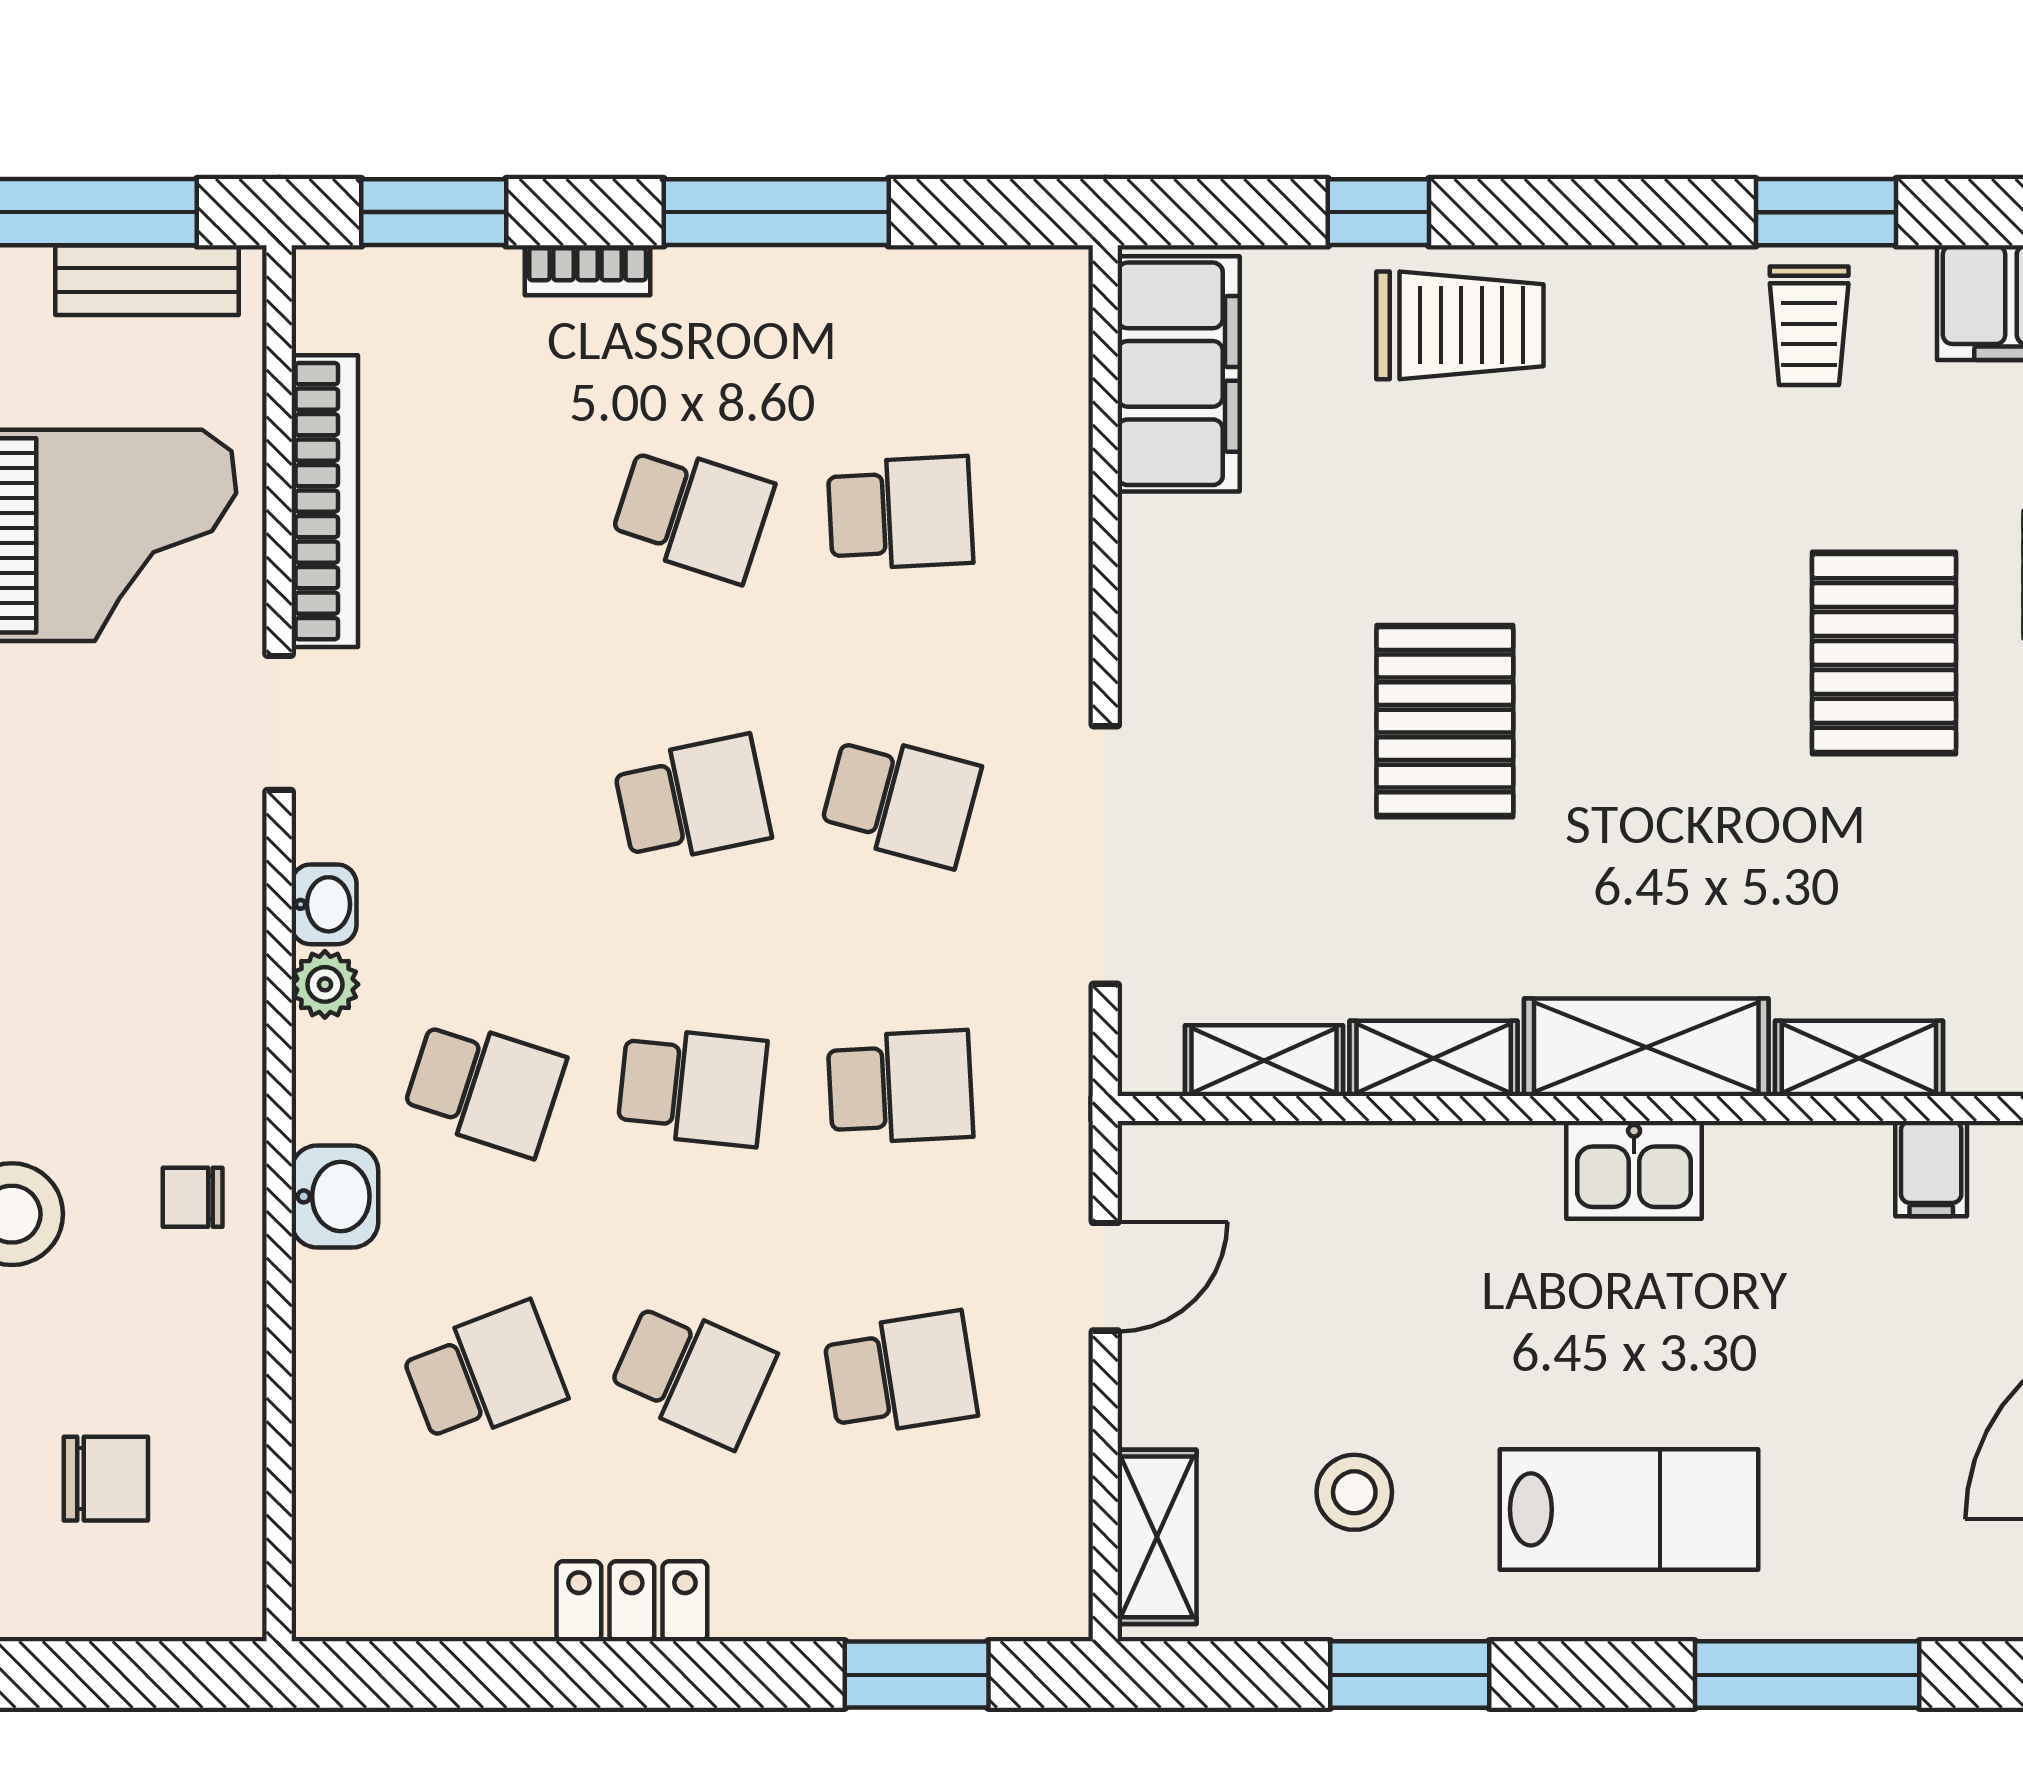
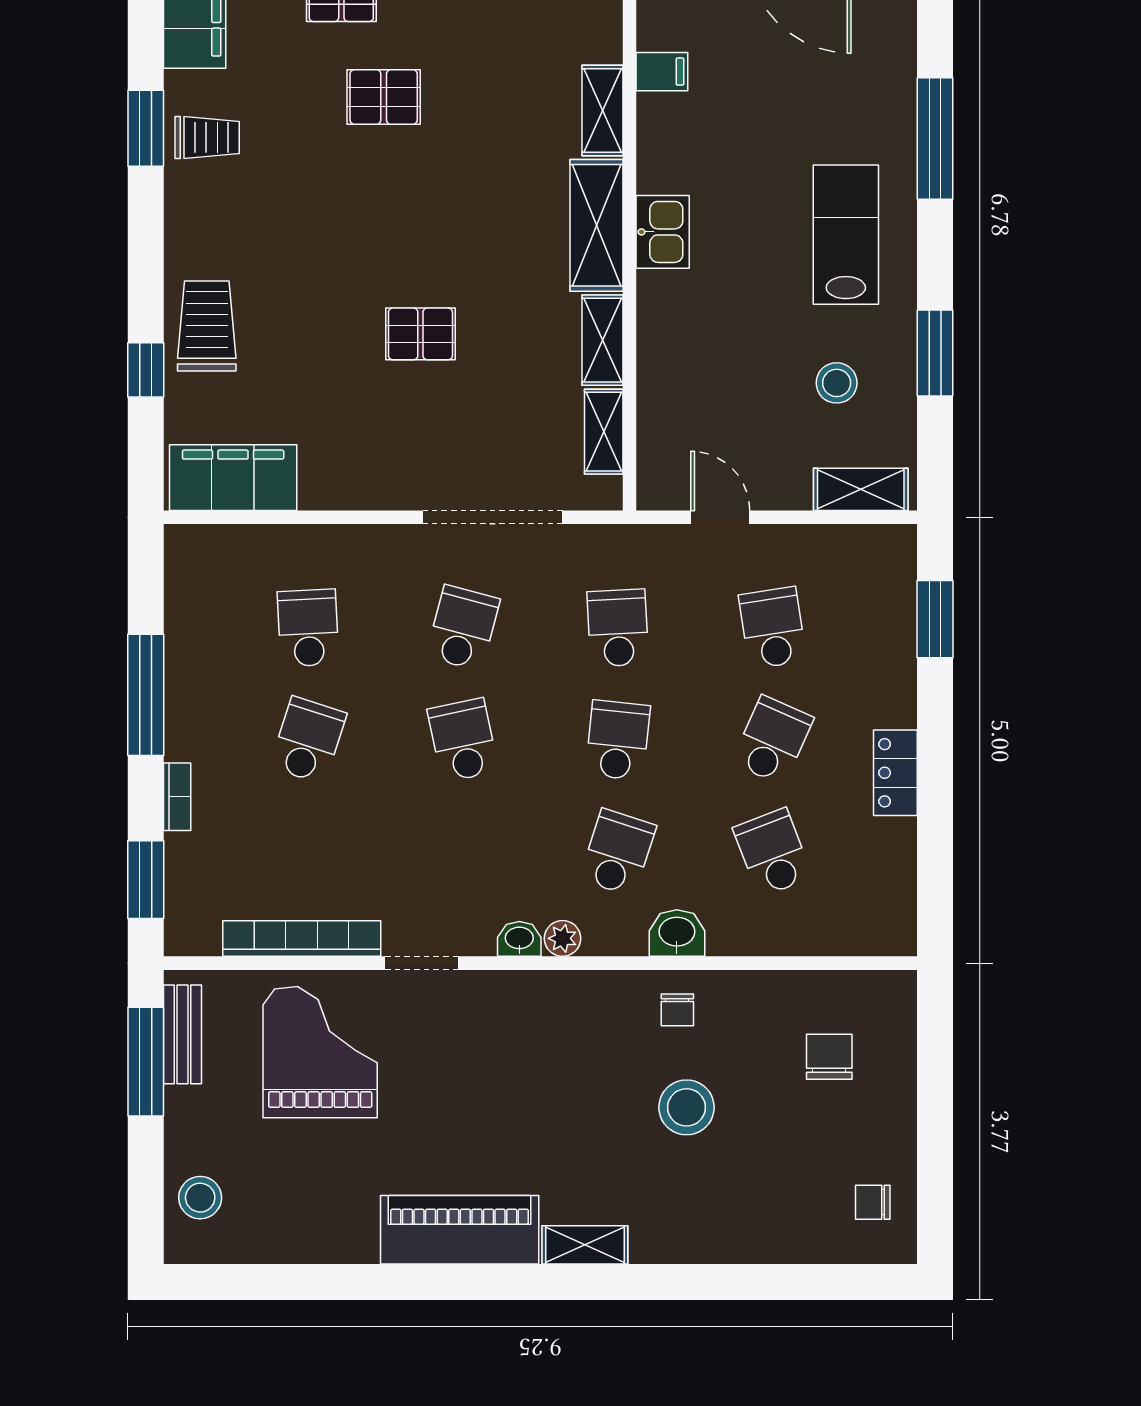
pallet: (1884, 653) -> (384, 97), width x0.67, depth x0.71
pallet: (1445, 721) -> (420, 334), width x0.67, depth x0.71

